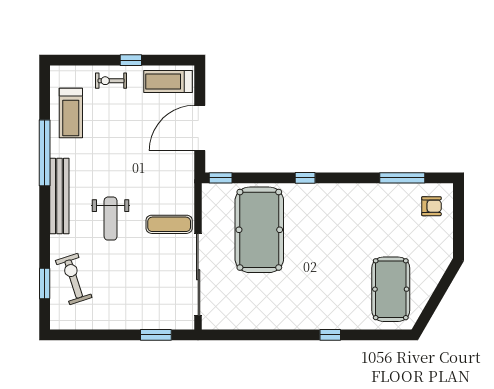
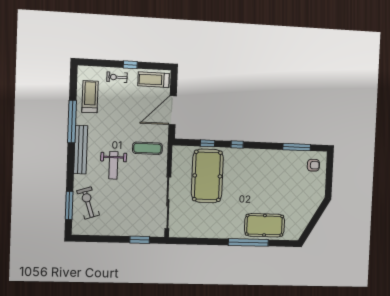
treadmill: (71, 113) -> (90, 97), turned 180
window: (221, 178) -> (208, 143), moved
exercise mat: (169, 224) -> (147, 148), moved
window: (45, 284) -> (69, 205), width x1.44
pool table: (391, 289) -> (264, 225), moved, turned 90
window: (330, 335) -> (248, 242), width x3.17

